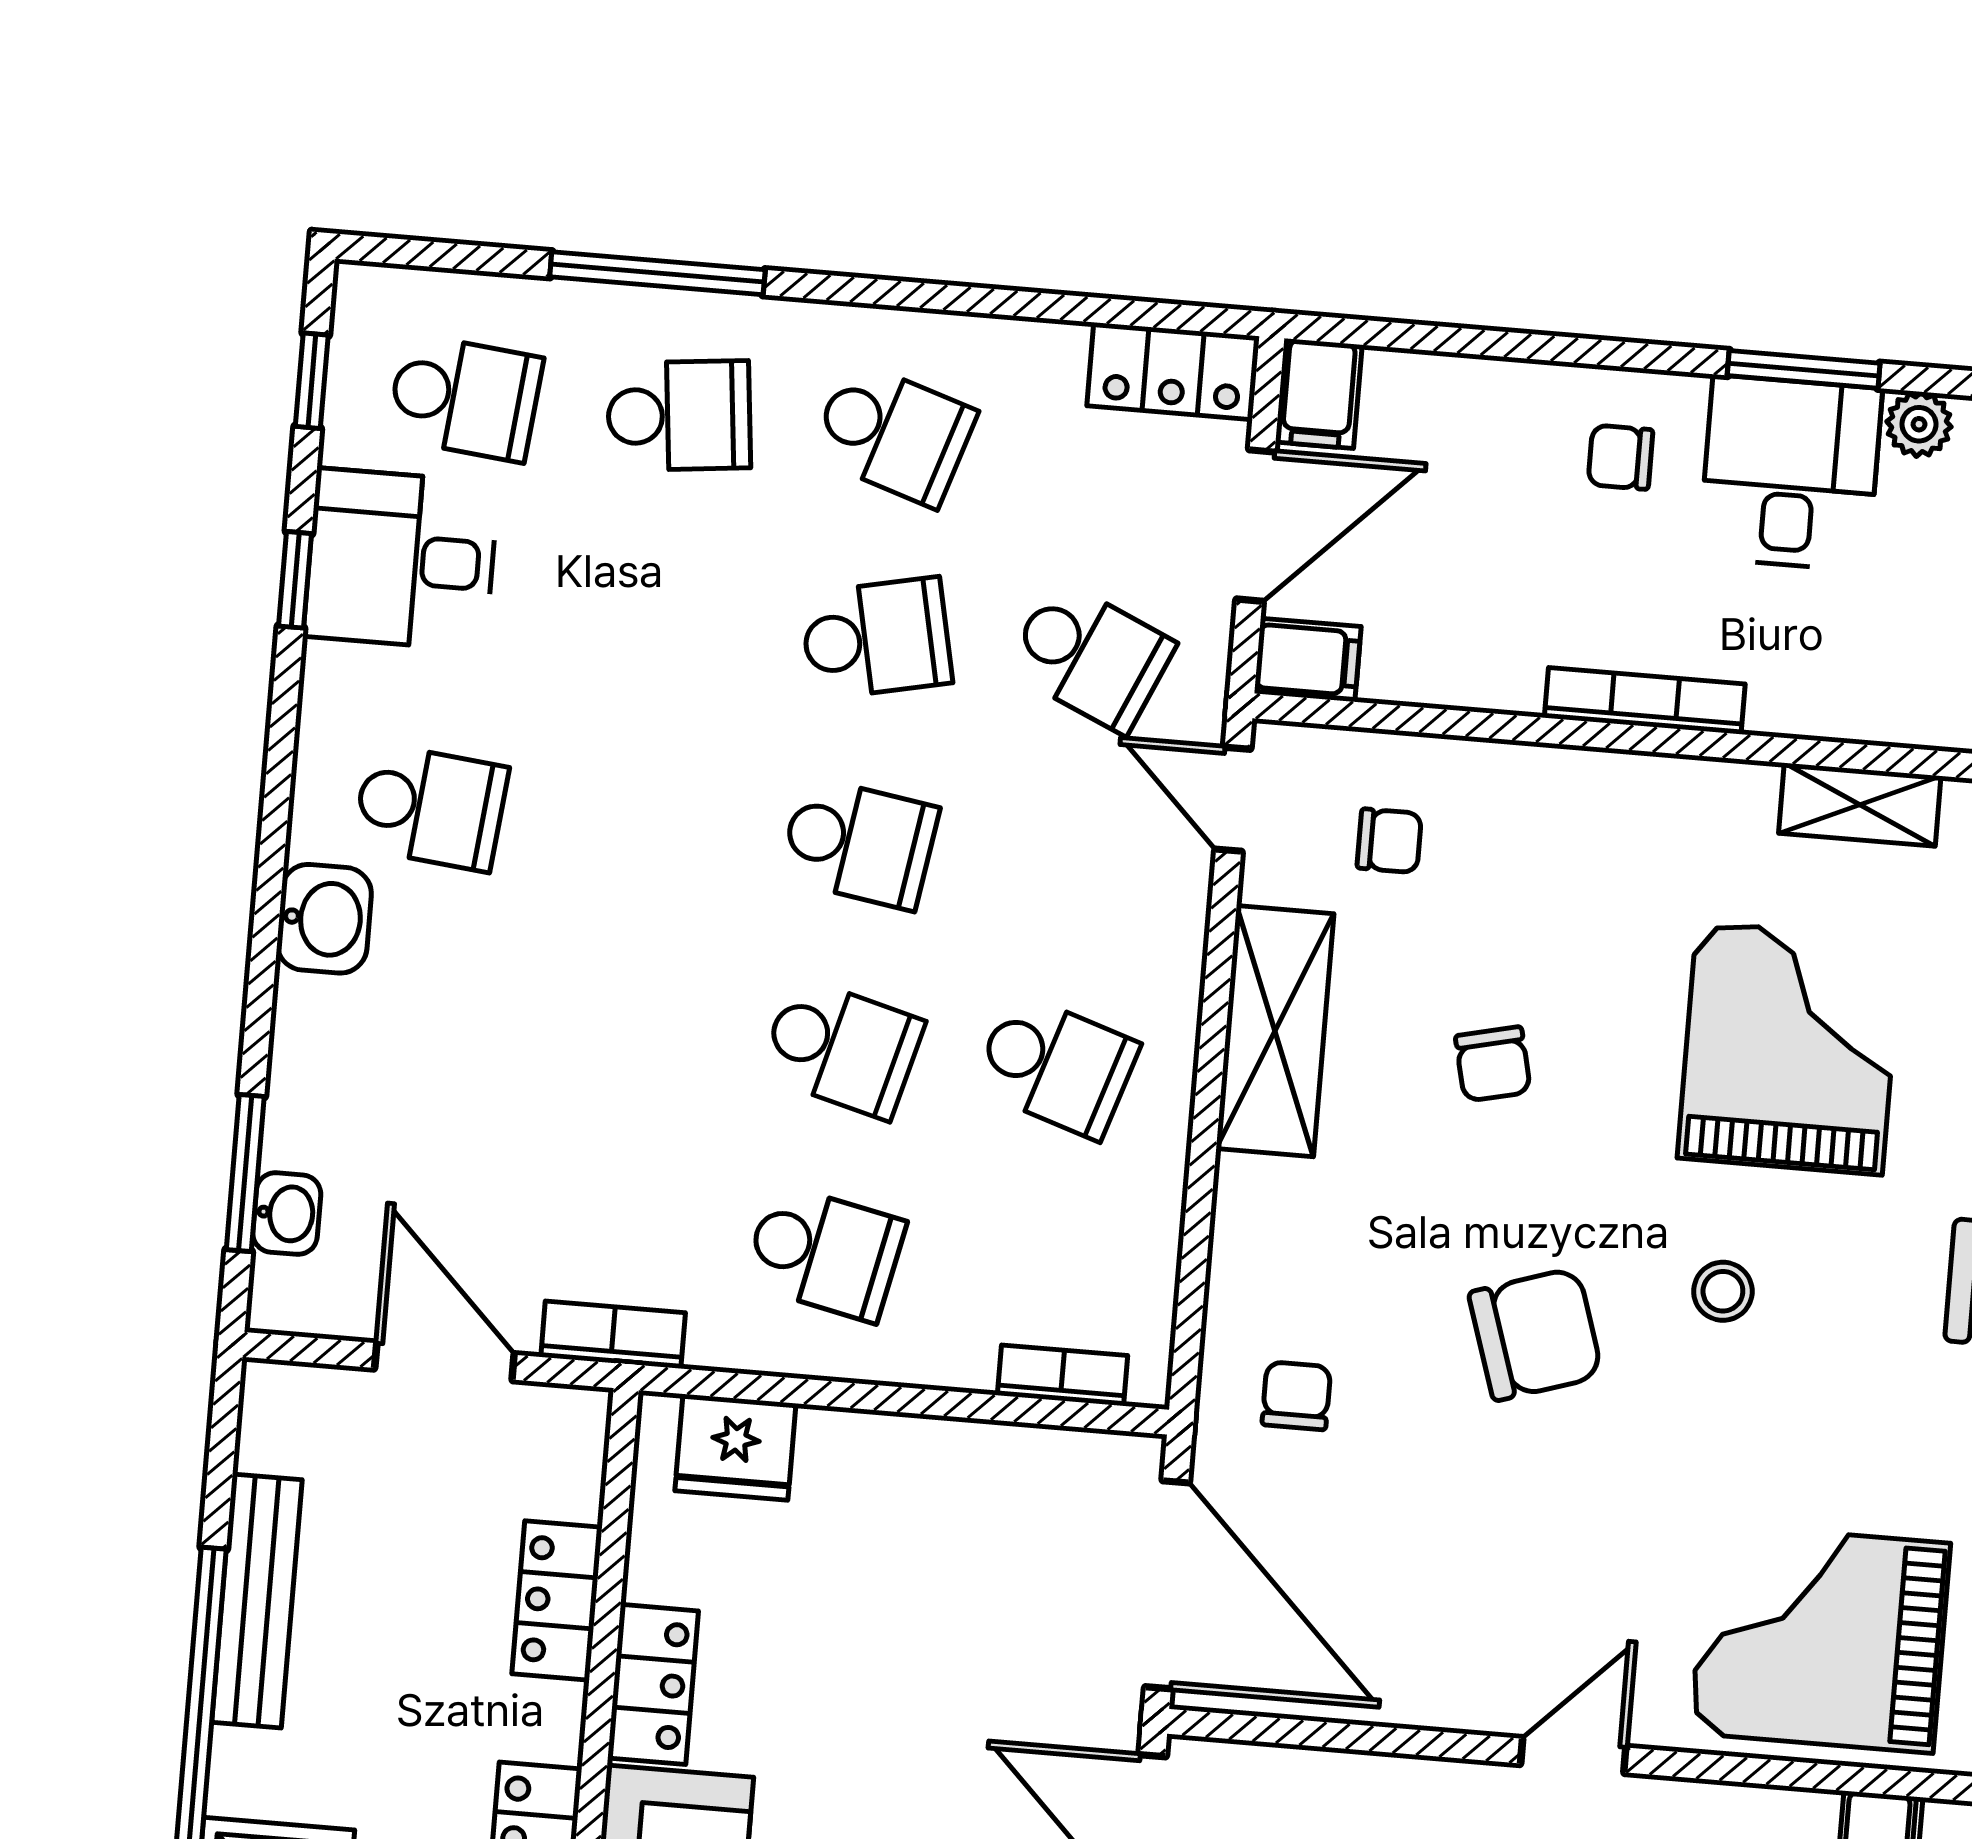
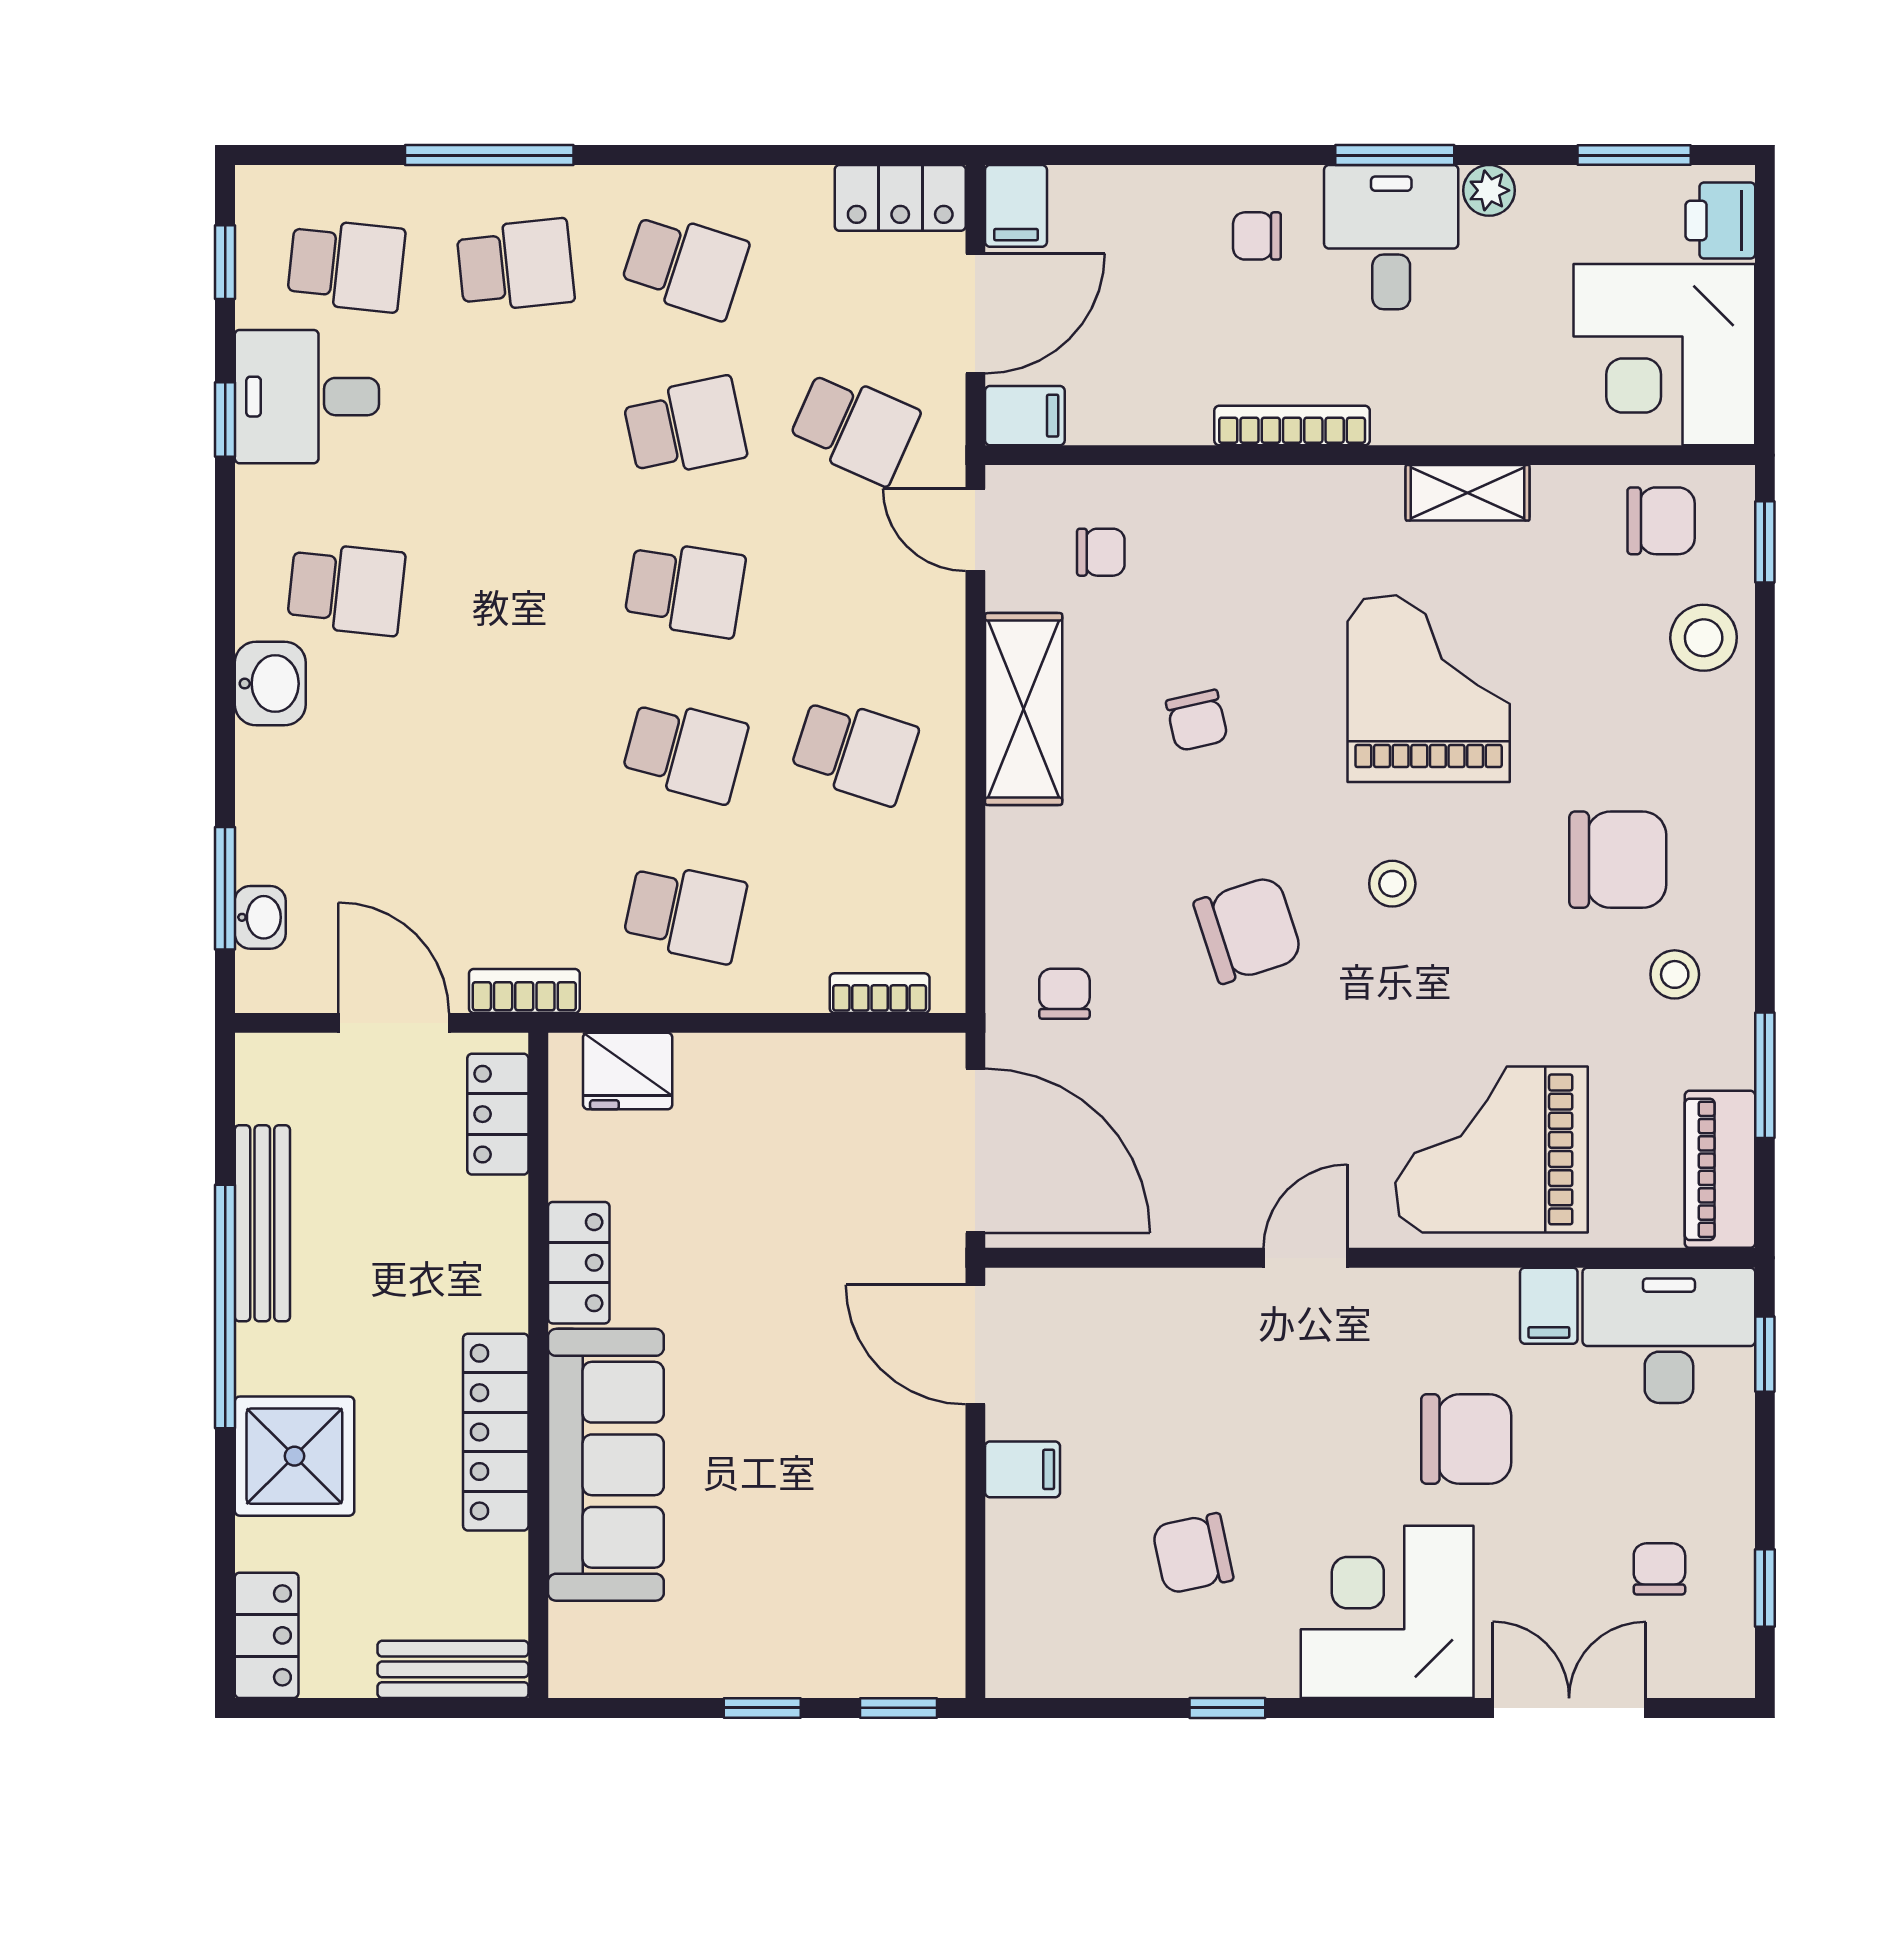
locker: (557, 1600) -> (498, 1114), moved

